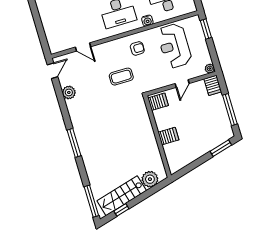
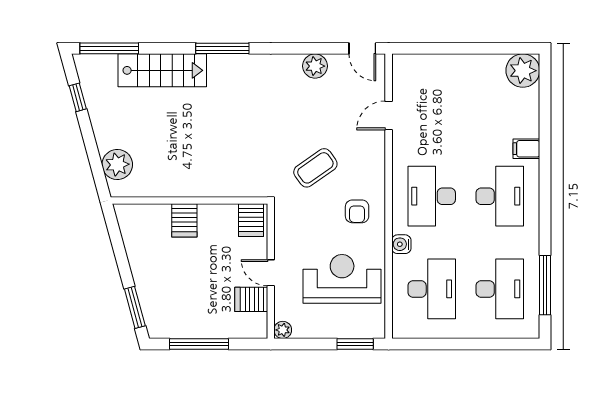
coffee table: (121, 77) -> (315, 168), turned 55
server rack: (213, 85) -> (251, 299), moved
stairs: (122, 196) -> (162, 70), moved, turned 105

